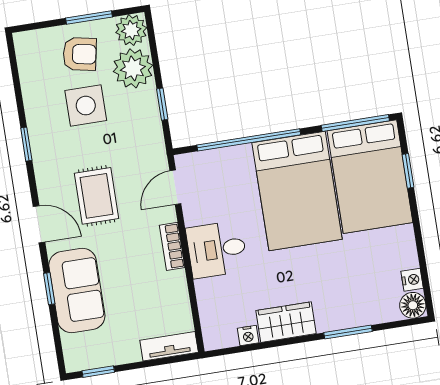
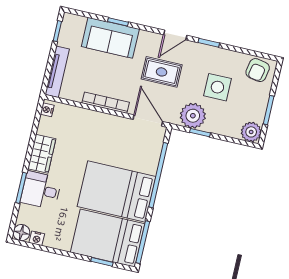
armchair: (80, 54) -> (258, 70), moved
plant: (133, 68) -> (193, 116), moved
door: (175, 187) -> (148, 121), width x1.38
door: (39, 224) -> (175, 35), moved
bookcase: (172, 246) -> (106, 103), width x1.56
desk: (217, 249) -> (41, 190), moved, turned -90
nightstand: (248, 335) -> (47, 110), moved
tv unit: (169, 346) -> (57, 72), width x1.41

